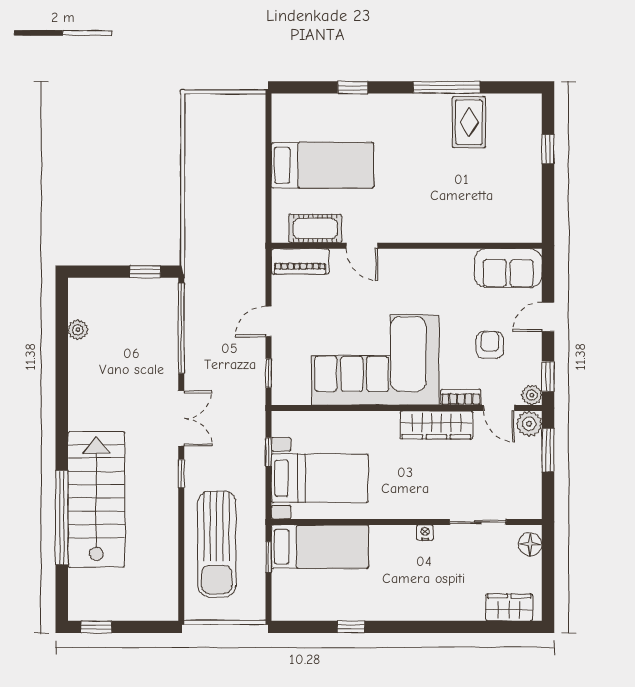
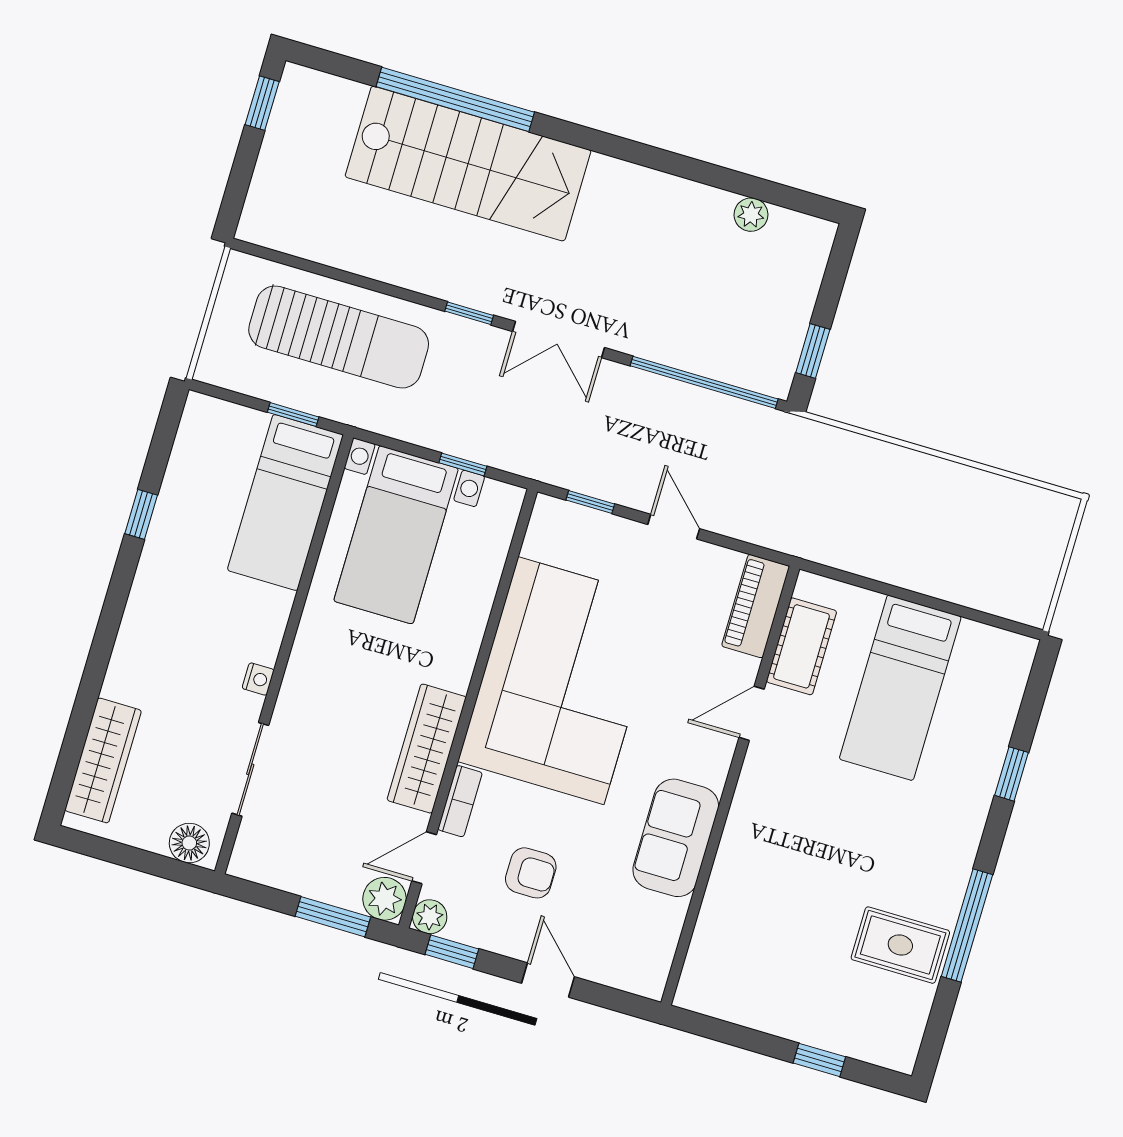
sofa: (508, 268) -> (676, 838), moved
sun lounger: (217, 544) -> (339, 337), turned 180
wardrobe: (509, 607) -> (103, 760), width x1.50

